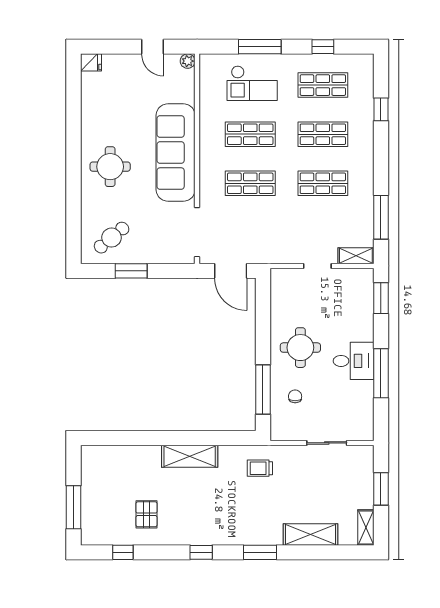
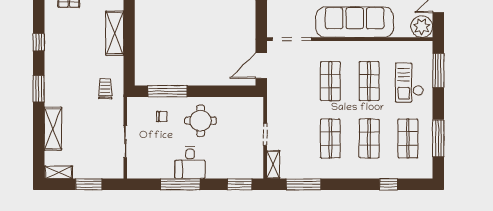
window: (260, 47) -> (438, 70), moved
window: (323, 47) -> (438, 138), width x2.17
plant: (188, 61) -> (422, 27), width x1.87, depth x1.87

